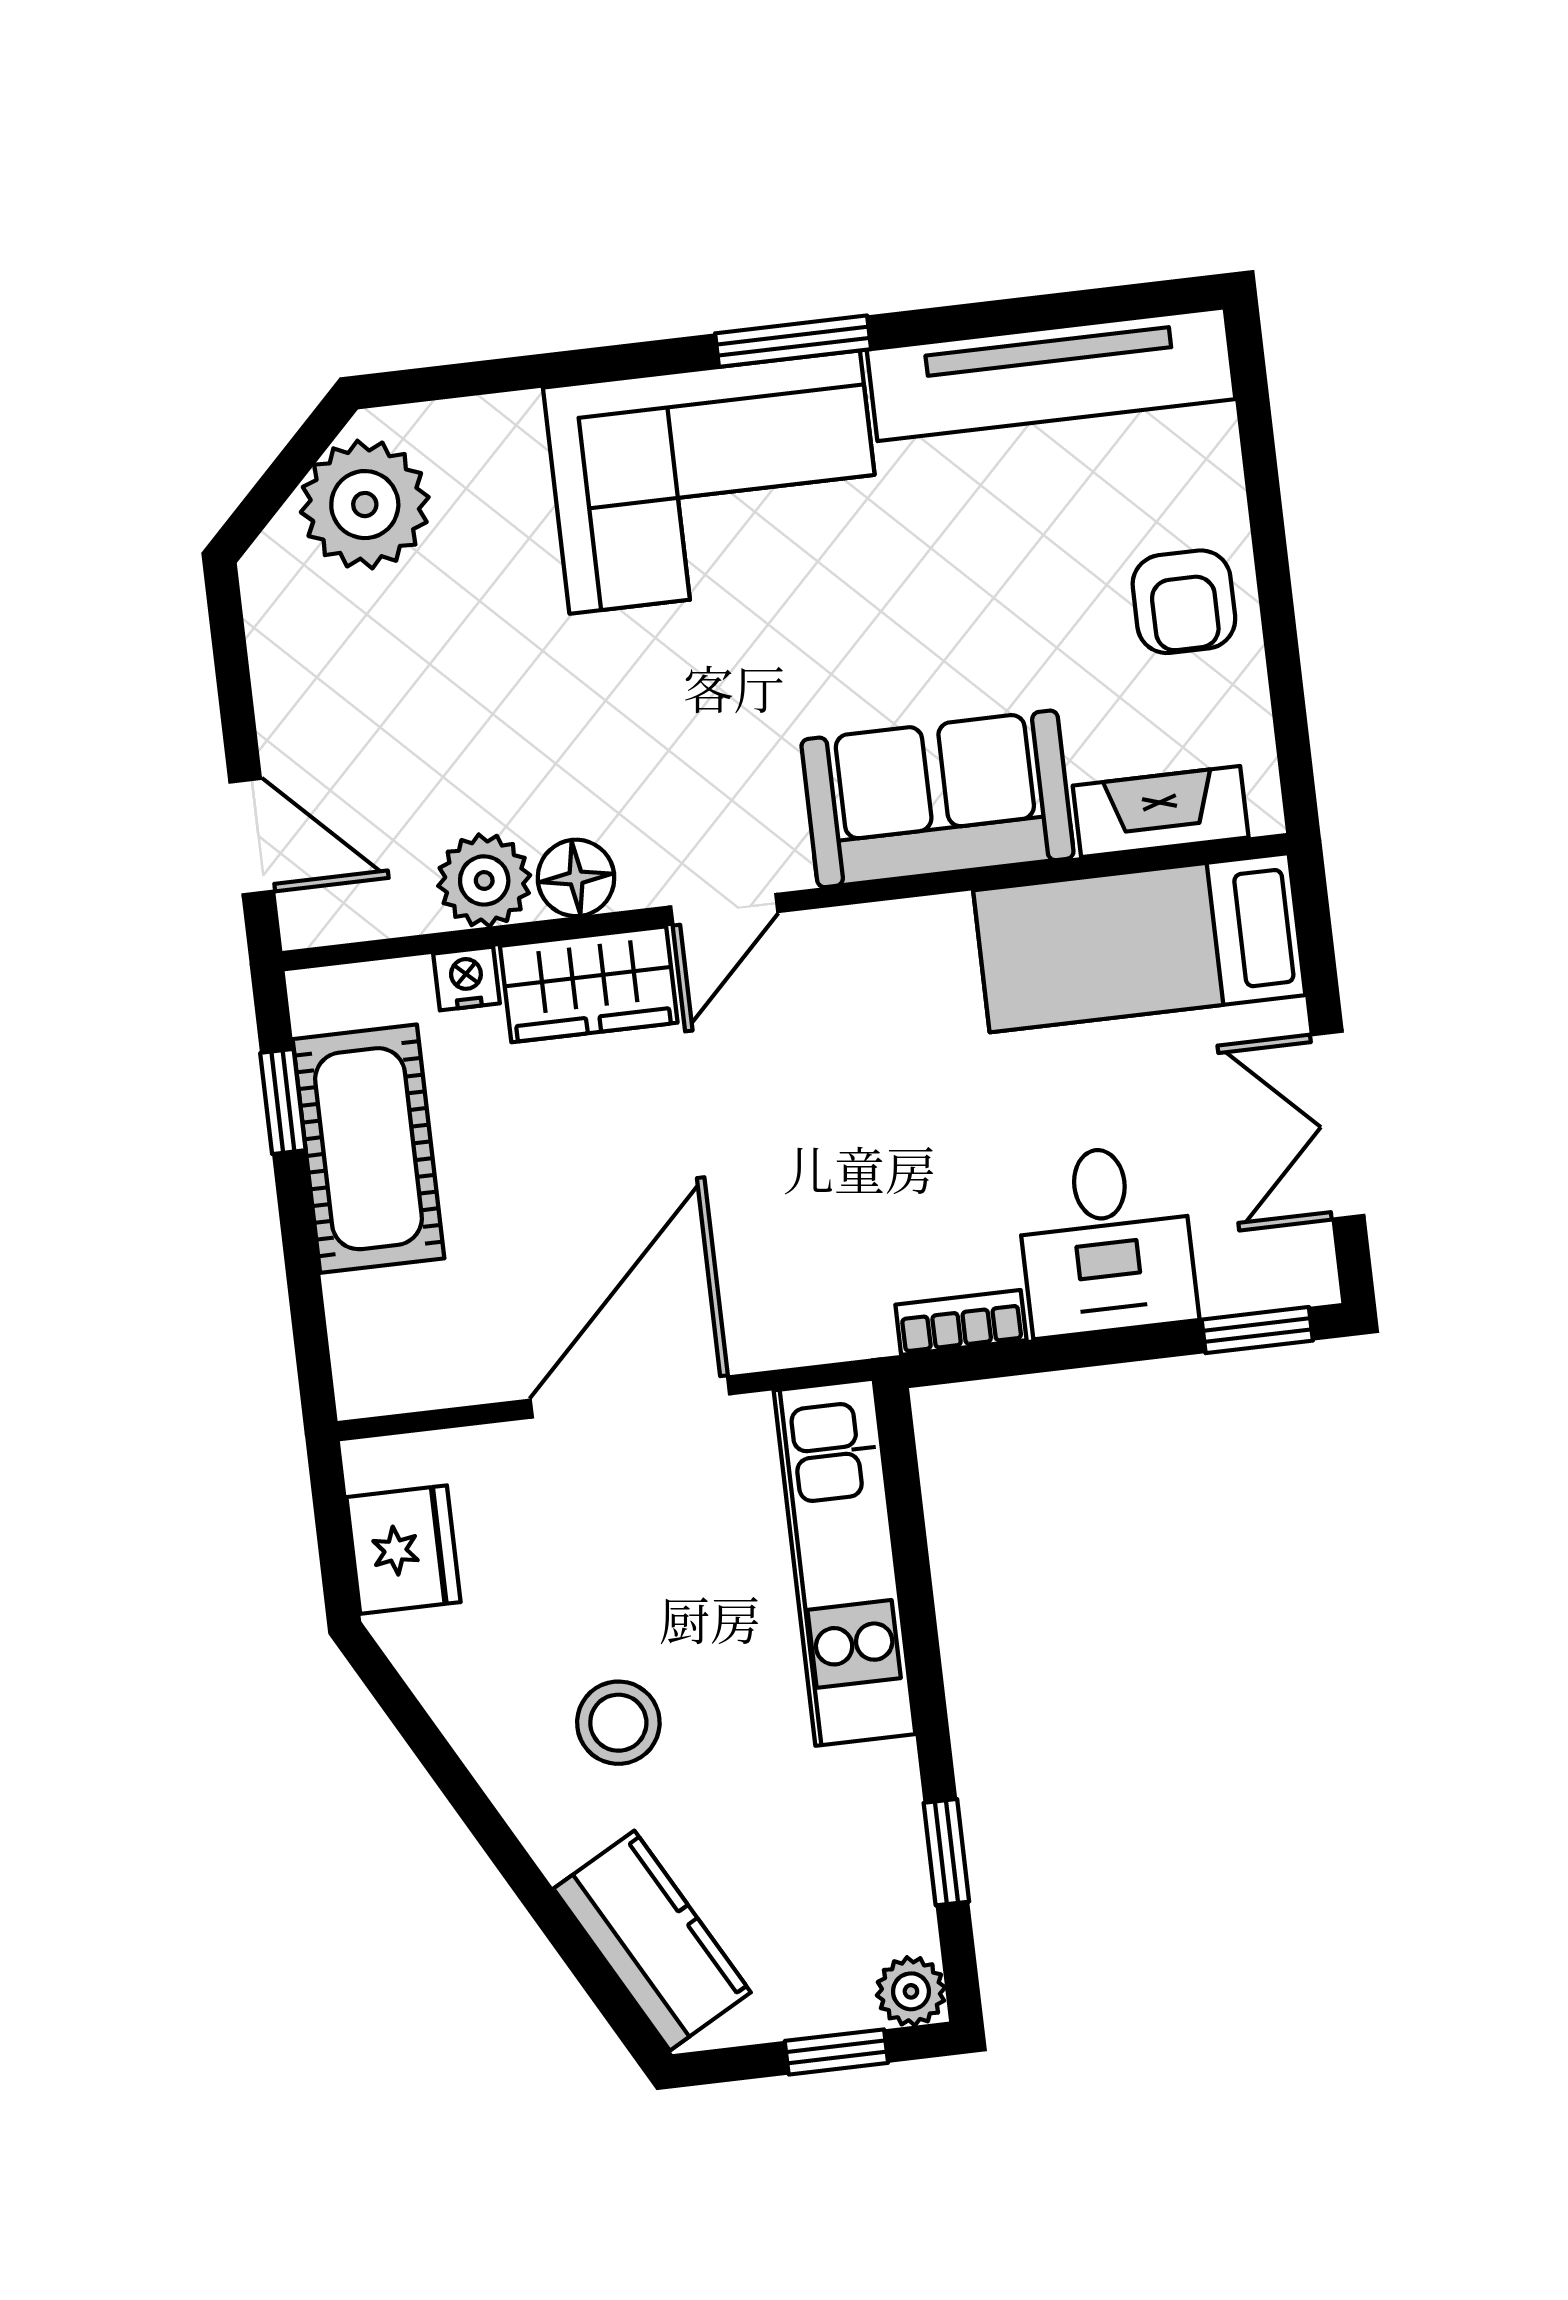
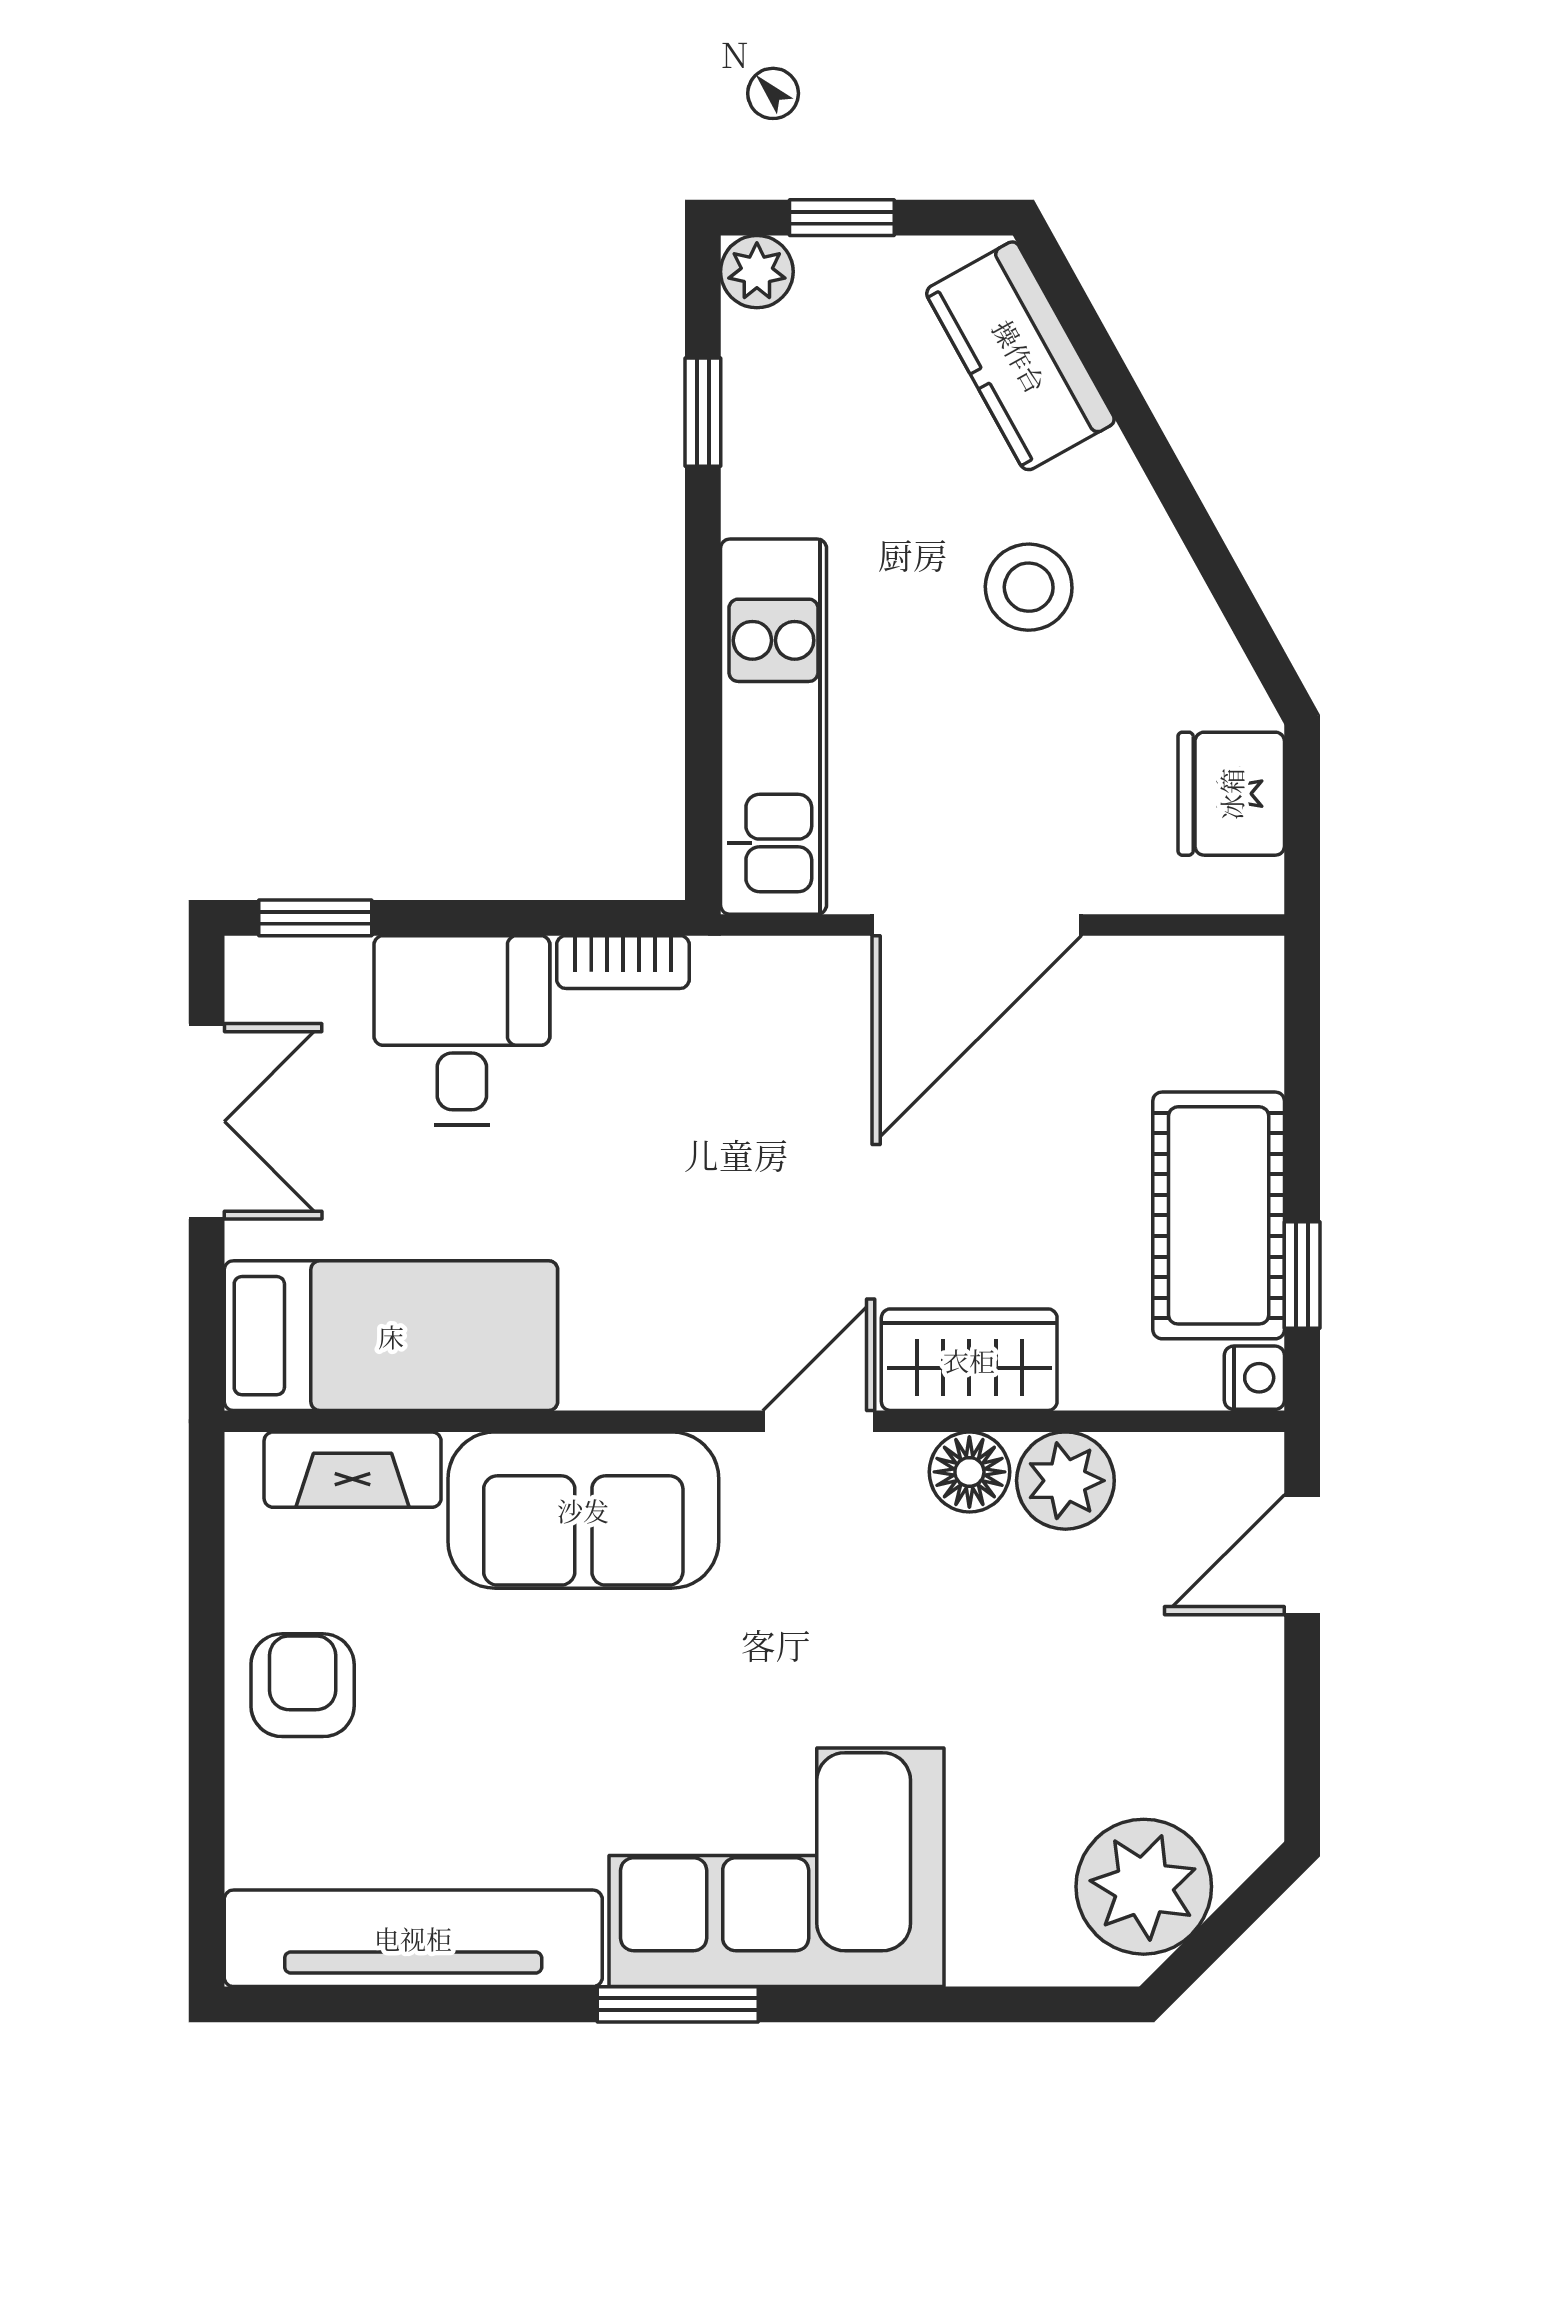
door: (252, 837) -> (1302, 1555), hinge flipped
nightstand: (467, 979) -> (1254, 1378), moved, turned -90

